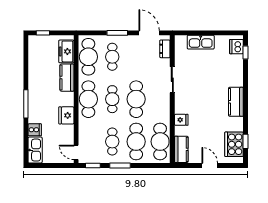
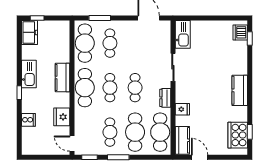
window: (117, 33) -> (100, 18), moved
kitchen sink: (201, 42) -> (183, 34), moved, turned -90
dresser: (165, 49) -> (165, 98), moved
freezer: (66, 51) -> (29, 32), moved, turned 180
kitchen counter: (67, 78) -> (62, 78), moved
cafe table: (136, 99) -> (135, 88), width x0.73, depth x0.74
window: (26, 104) -> (19, 93), width x0.46
fridge: (66, 115) -> (62, 117), moved
kitchen sink: (35, 150) -> (29, 74), moved
door: (210, 166) -> (200, 157), moved

